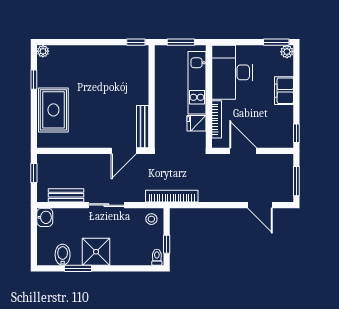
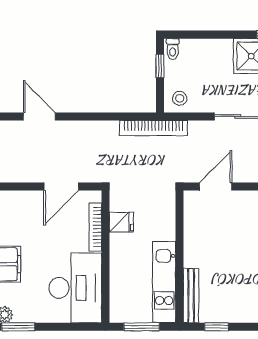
window: (136, 42) -> (217, 327), moved
kitchen unit: (197, 83) -> (164, 282), moved, turned 180
bench: (143, 127) -> (191, 296), moved
door: (243, 151) -> (61, 187), hinge flipped

